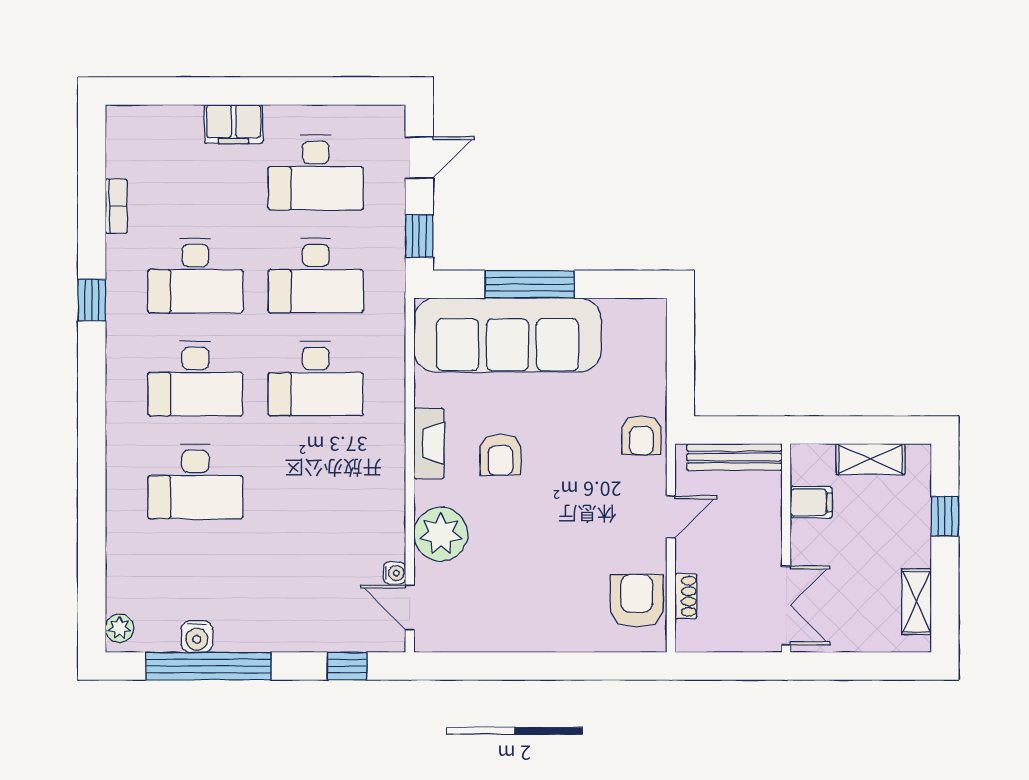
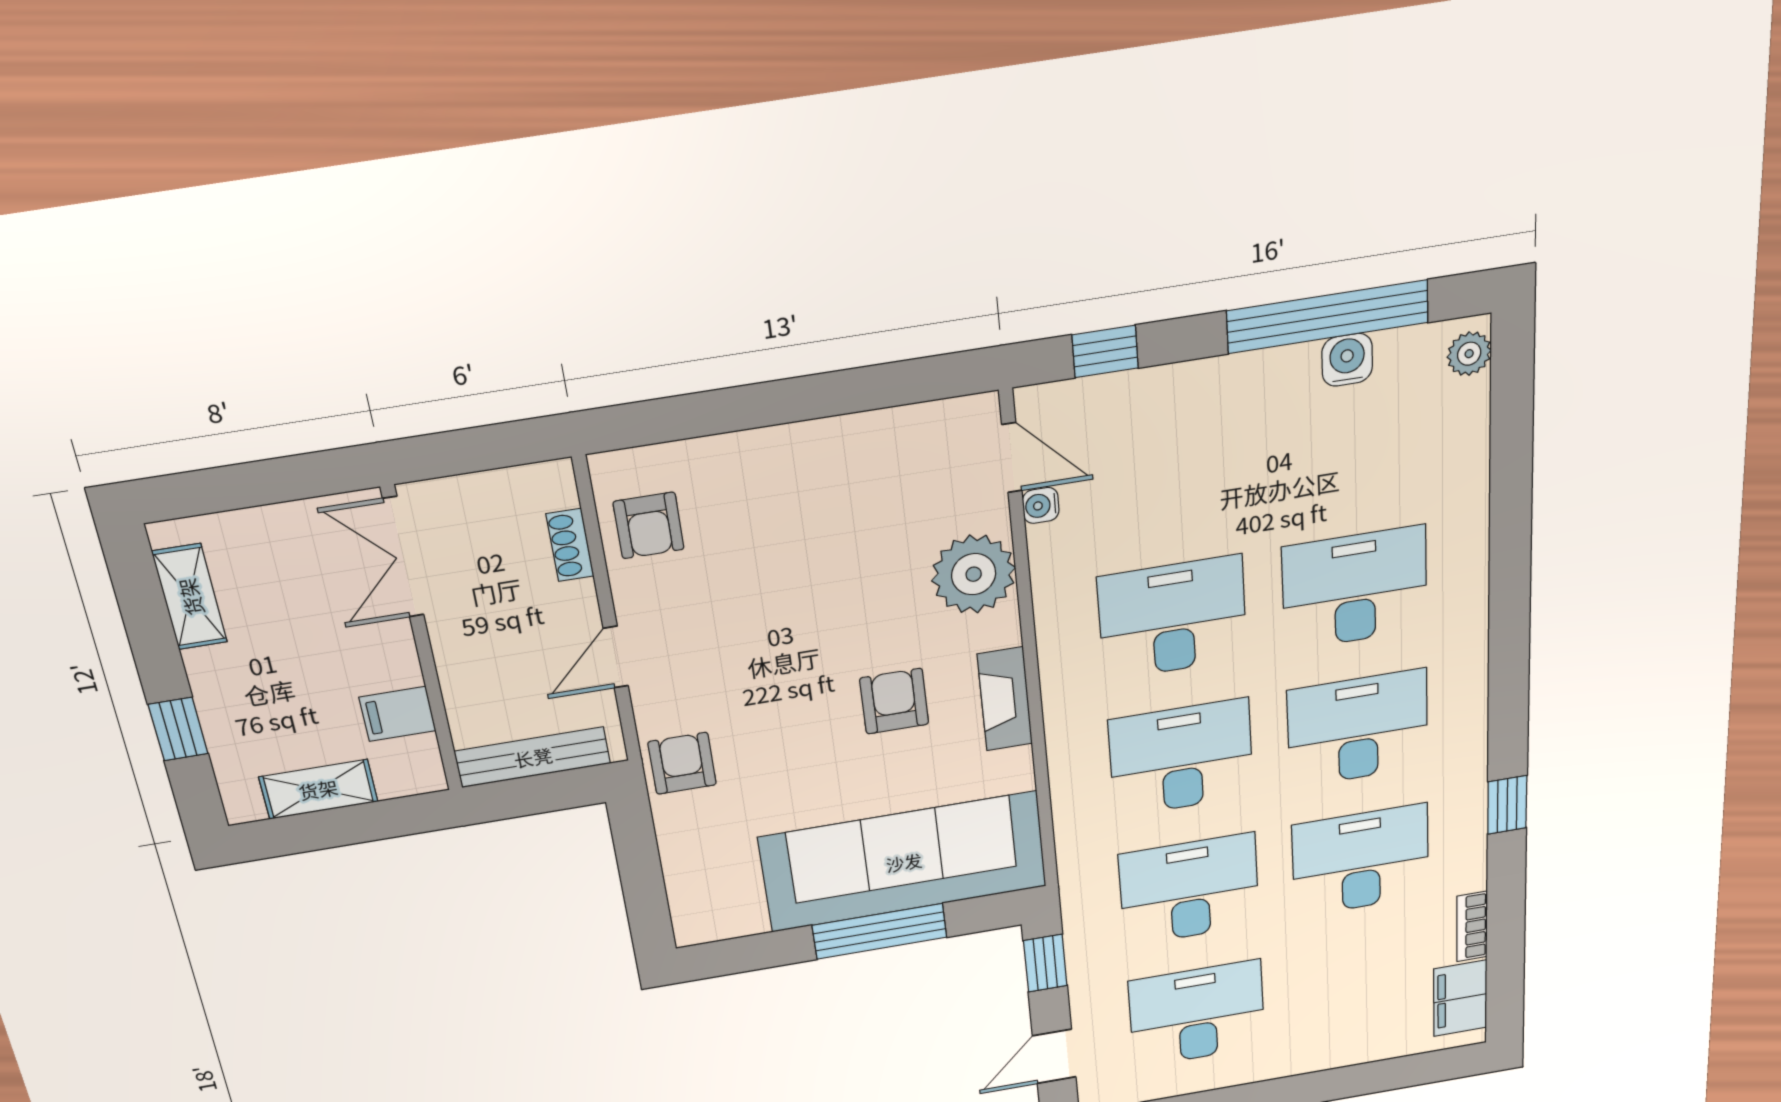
filing cabinet: (234, 124) -> (1460, 998), moved, turned -90
desk: (316, 481) -> (1173, 618), added
armchair: (637, 601) -> (649, 525), width x0.72, depth x0.72

